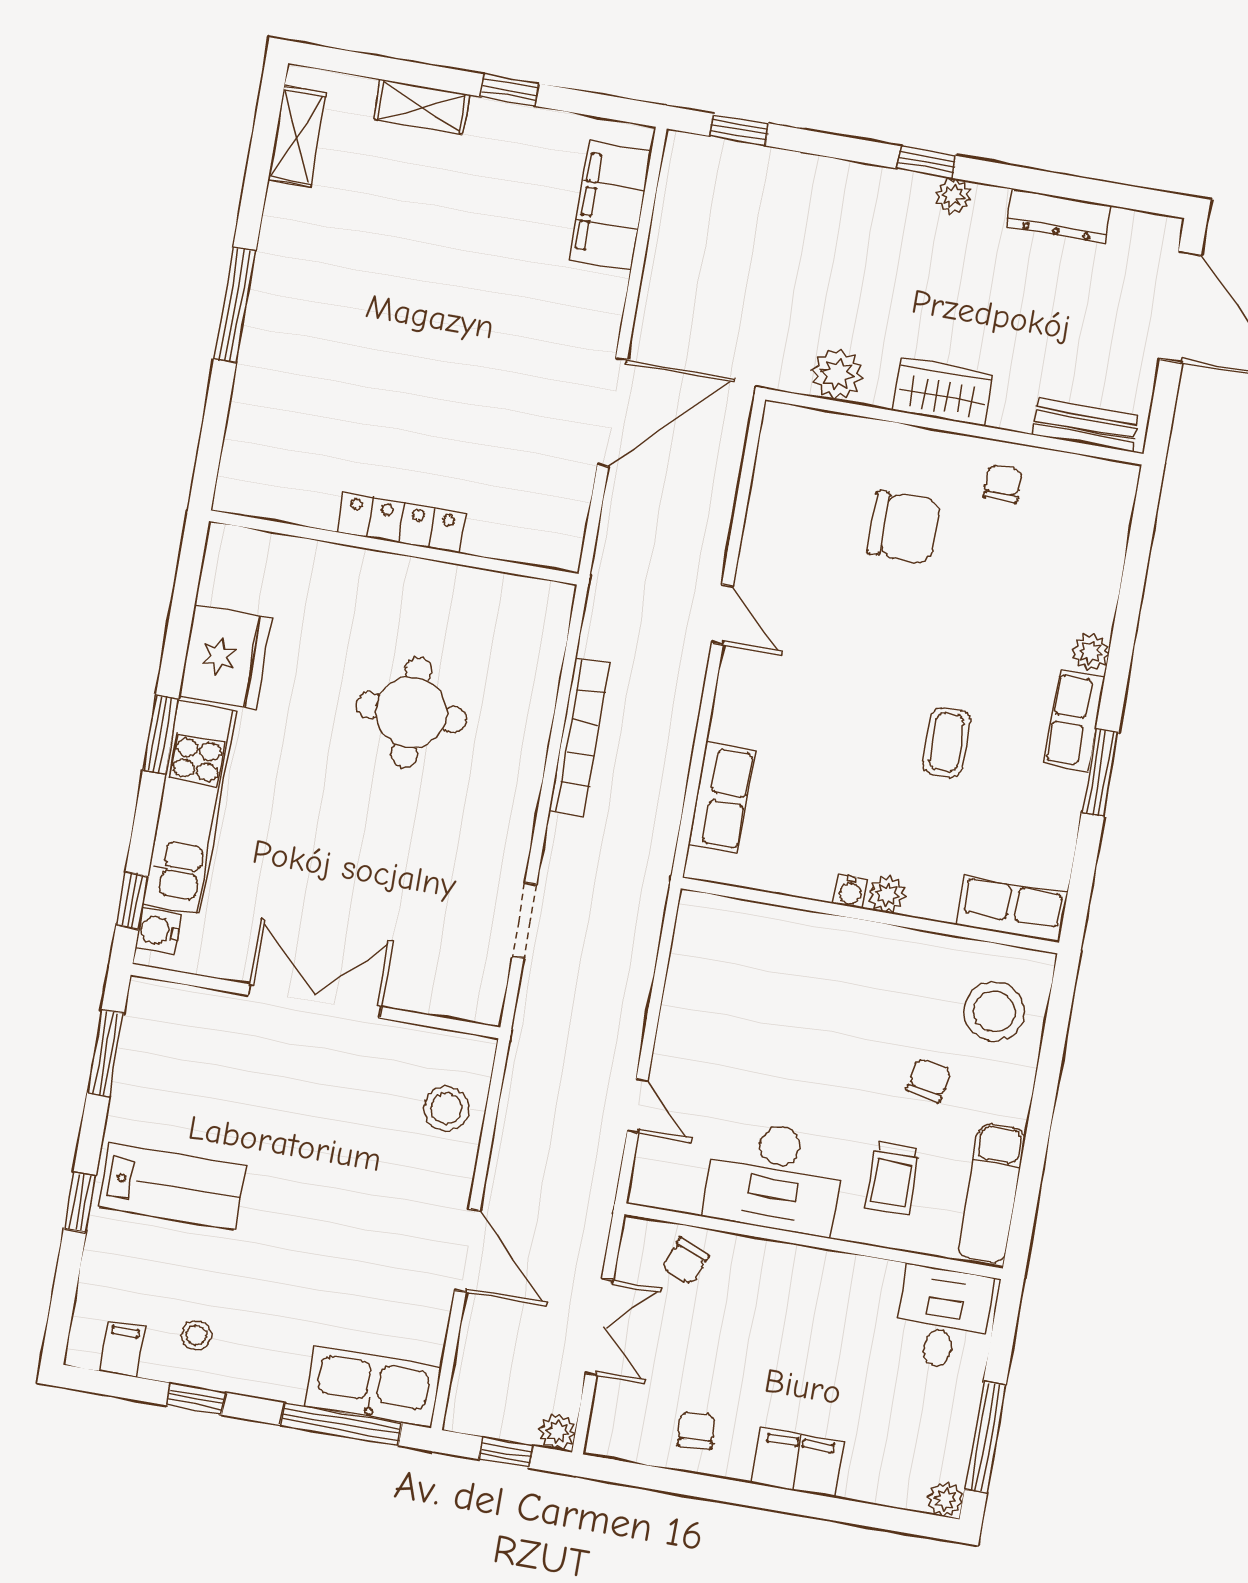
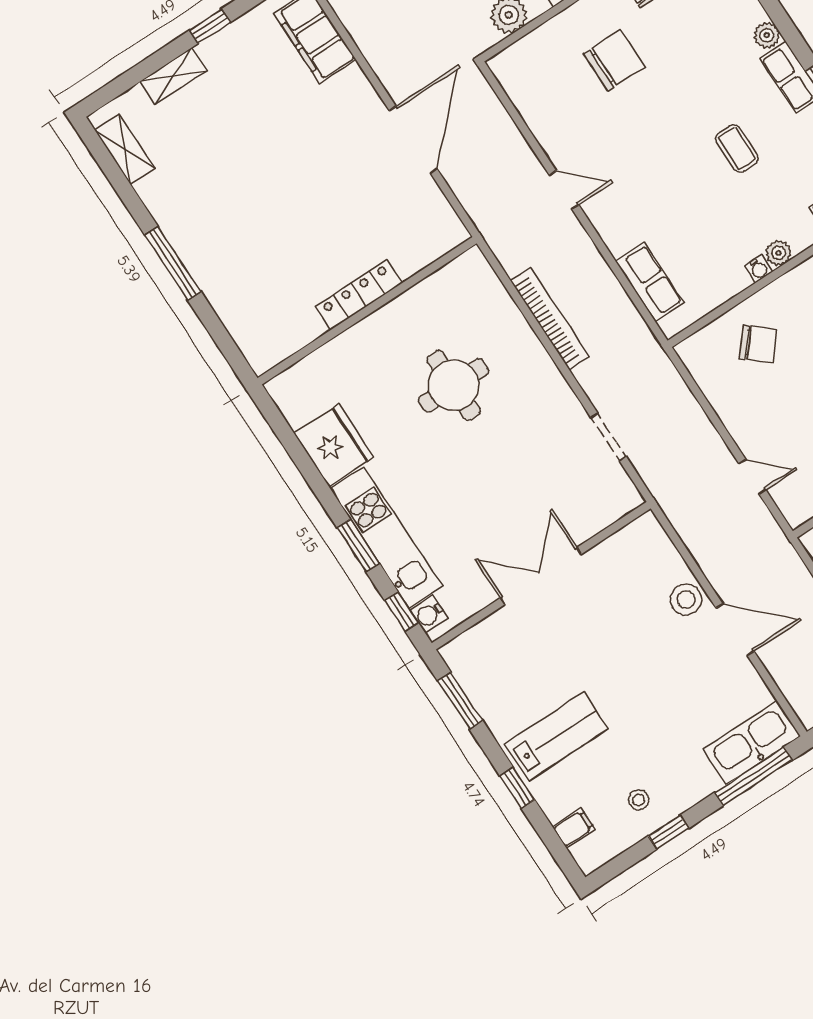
window: (161, 734) -> (358, 545), moved
chair: (775, 971) -> (758, 344), added
stool: (447, 1108) -> (686, 600), moved
filing cabinet: (123, 1349) -> (574, 828), moved, turned 90

